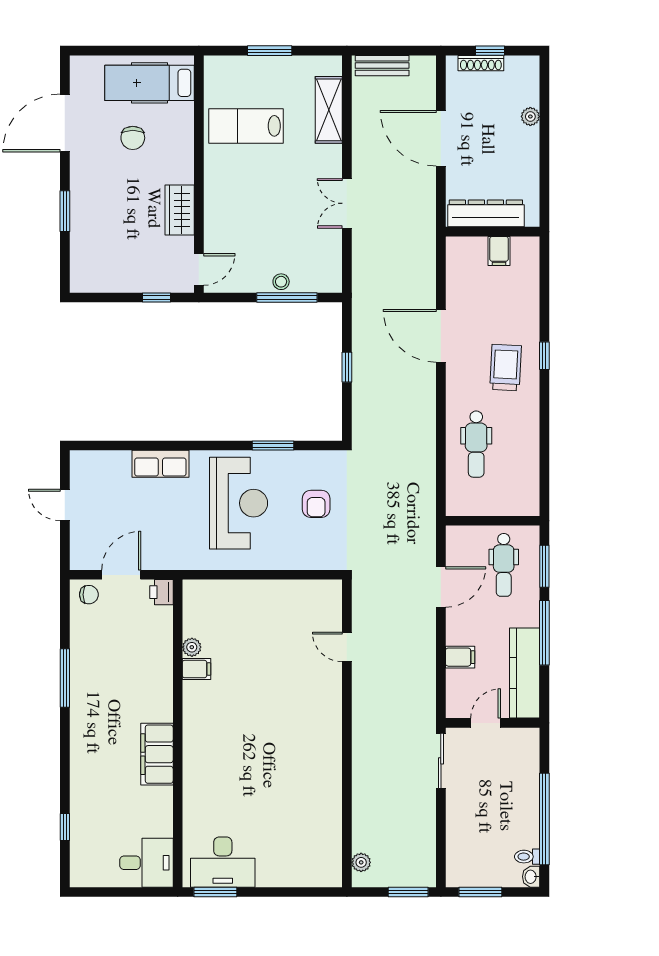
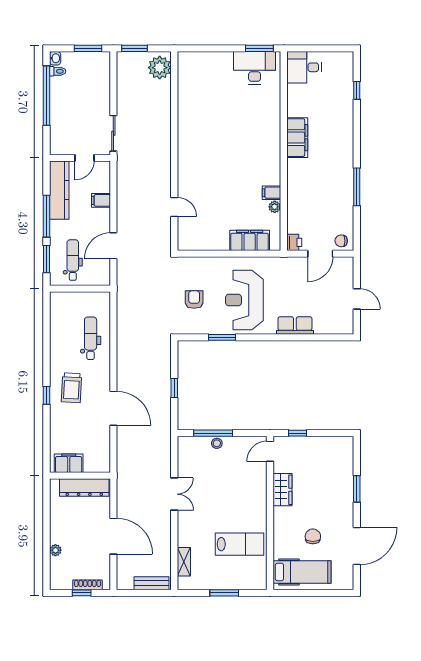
shelving: (329, 110) -> (184, 562), width x0.67, depth x0.75
filing cabinet: (499, 251) -> (69, 463), width x2.00
filing cabinet: (230, 595) -> (250, 240), added
plant: (361, 862) -> (160, 68), width x1.87, depth x1.87

